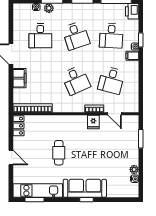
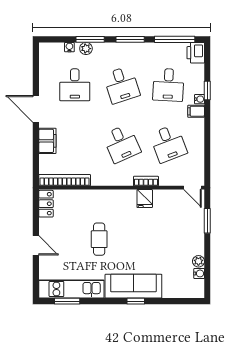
desk: (111, 80) -> (168, 144), turned -36
door: (115, 114) -> (192, 188), moved

